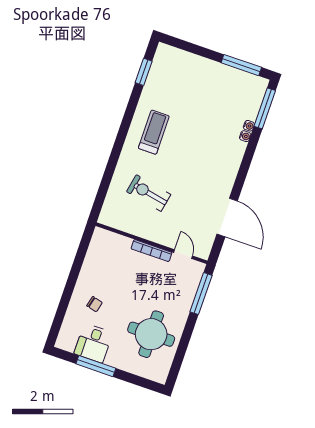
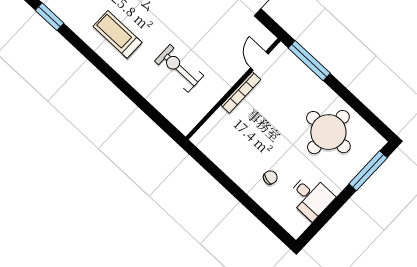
exercise bike: (149, 193) -> (179, 68), turned 79
door: (183, 254) -> (259, 61), hinge flipped
window: (96, 366) -> (368, 171), moved

